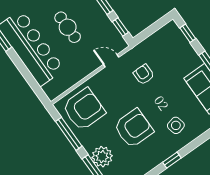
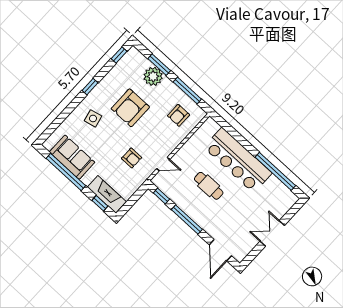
fireplace: (178, 41) -> (107, 194), added
armchair: (84, 109) -> (179, 115), width x0.53, depth x0.53

